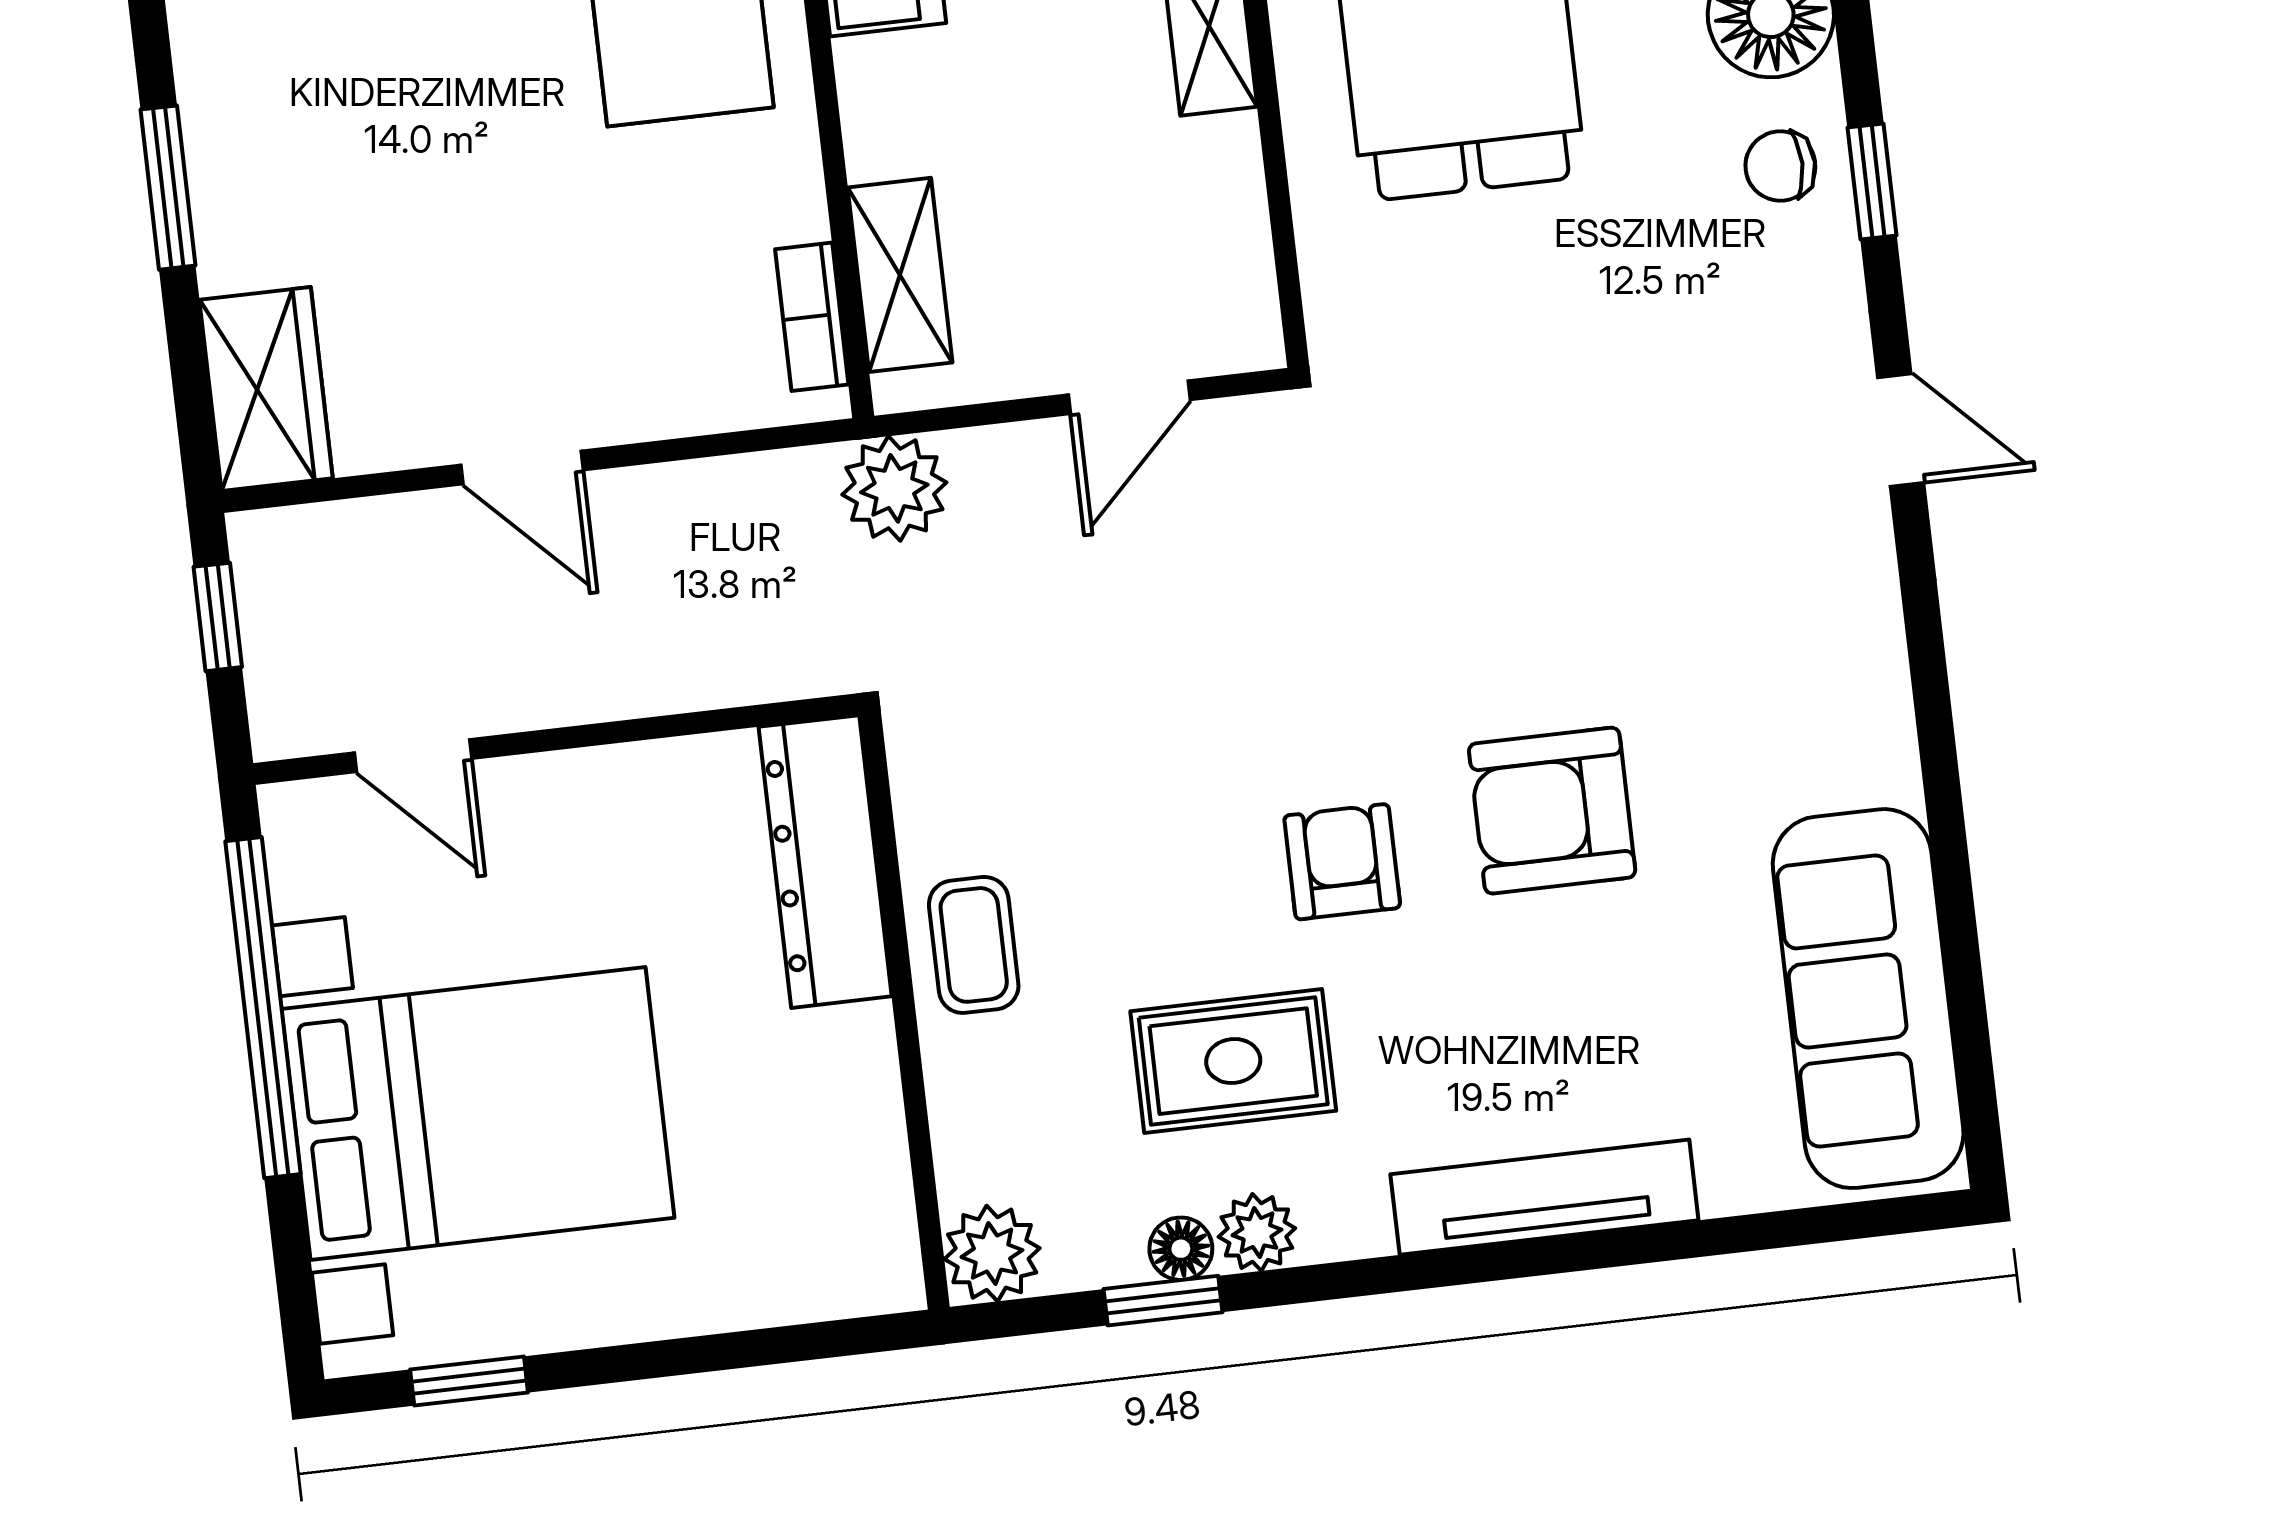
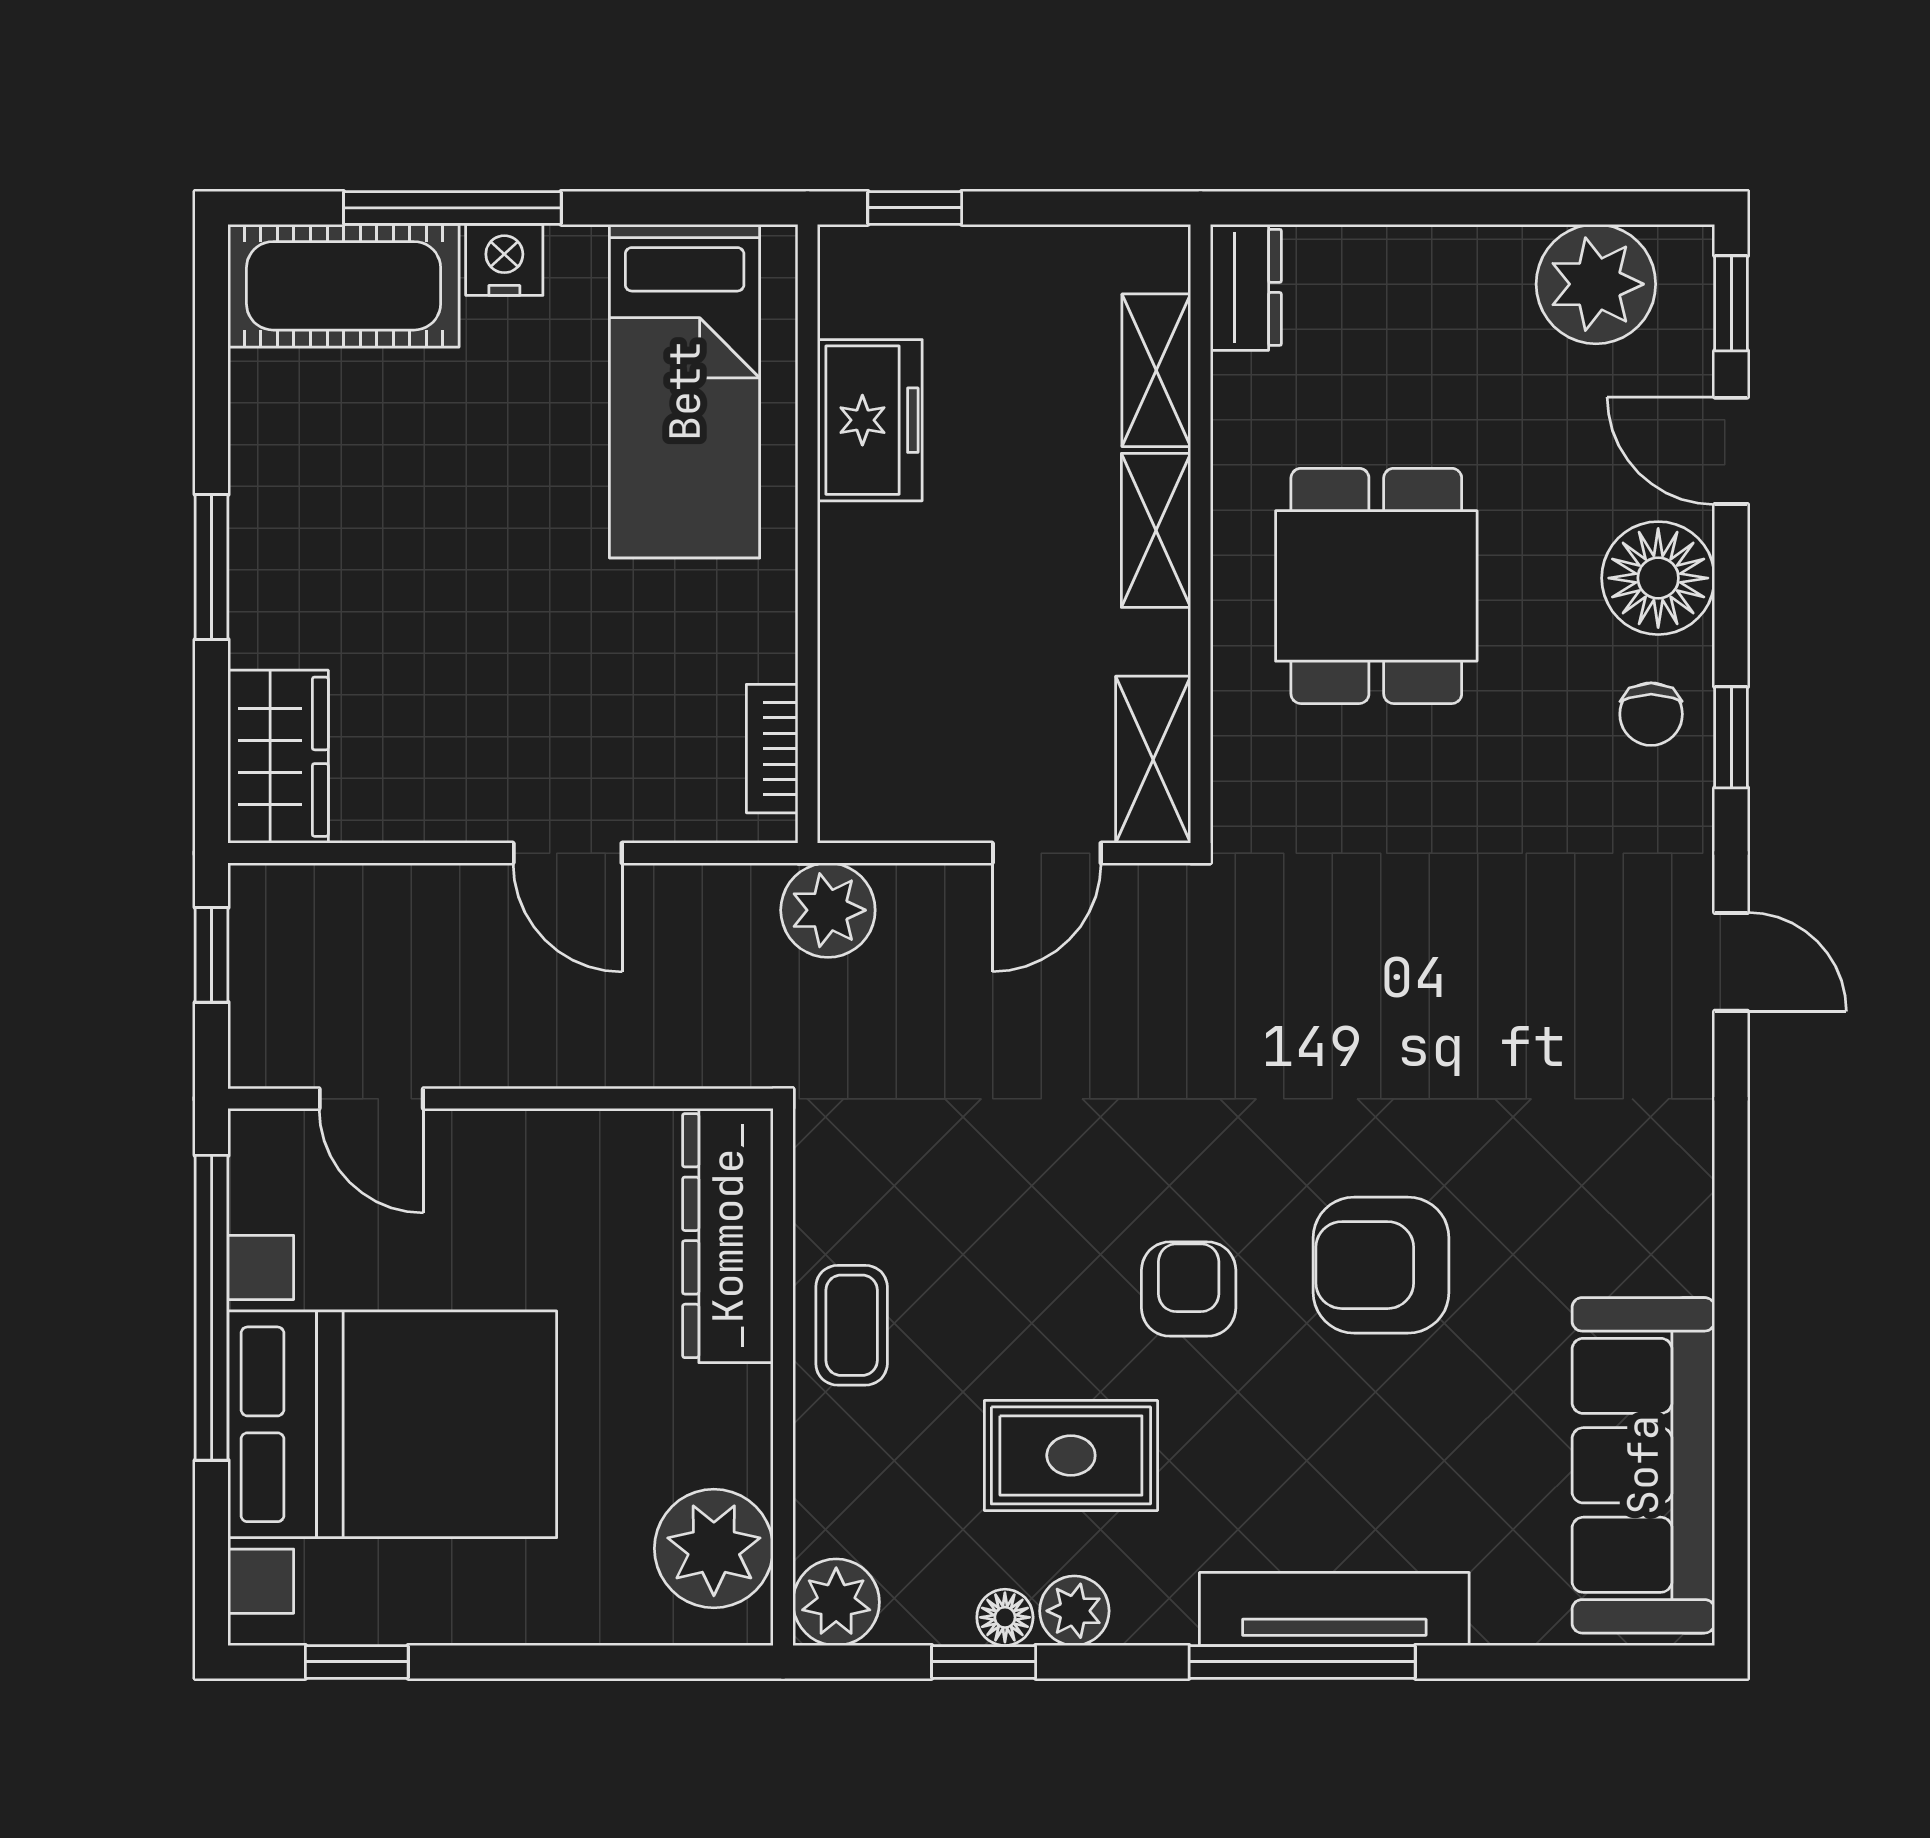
chair: (1780, 166) -> (1651, 714), turned -90
shelving: (900, 275) -> (1153, 760), moved
door: (522, 467) -> (568, 853), moved
plant: (850, 1210) -> (714, 1548), added
window: (1516, 1260) -> (1302, 1662), added

